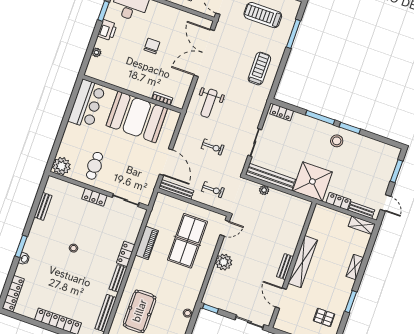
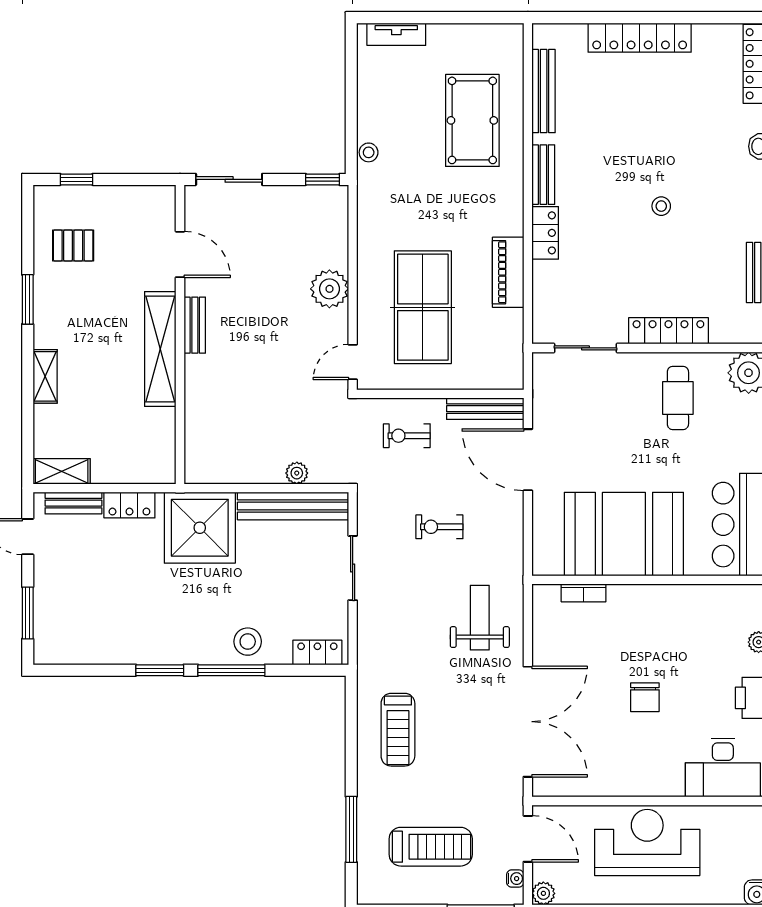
stool: (337, 141) -> (248, 642), moved
locker: (94, 197) -> (668, 331), width x1.53

